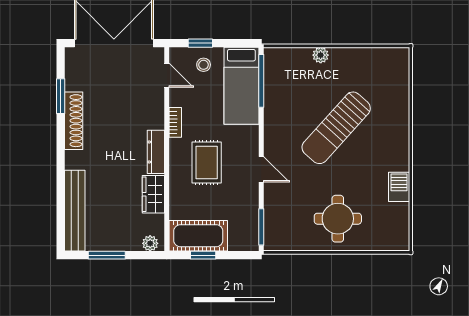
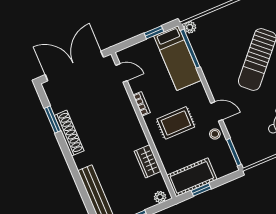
window: (200, 43) -> (154, 32), moved
plant: (321, 55) -> (190, 27), moved
stool: (204, 65) -> (215, 134), moved
dresser: (156, 152) -> (137, 131), removed
rug: (207, 163) -> (176, 123), turned 90

